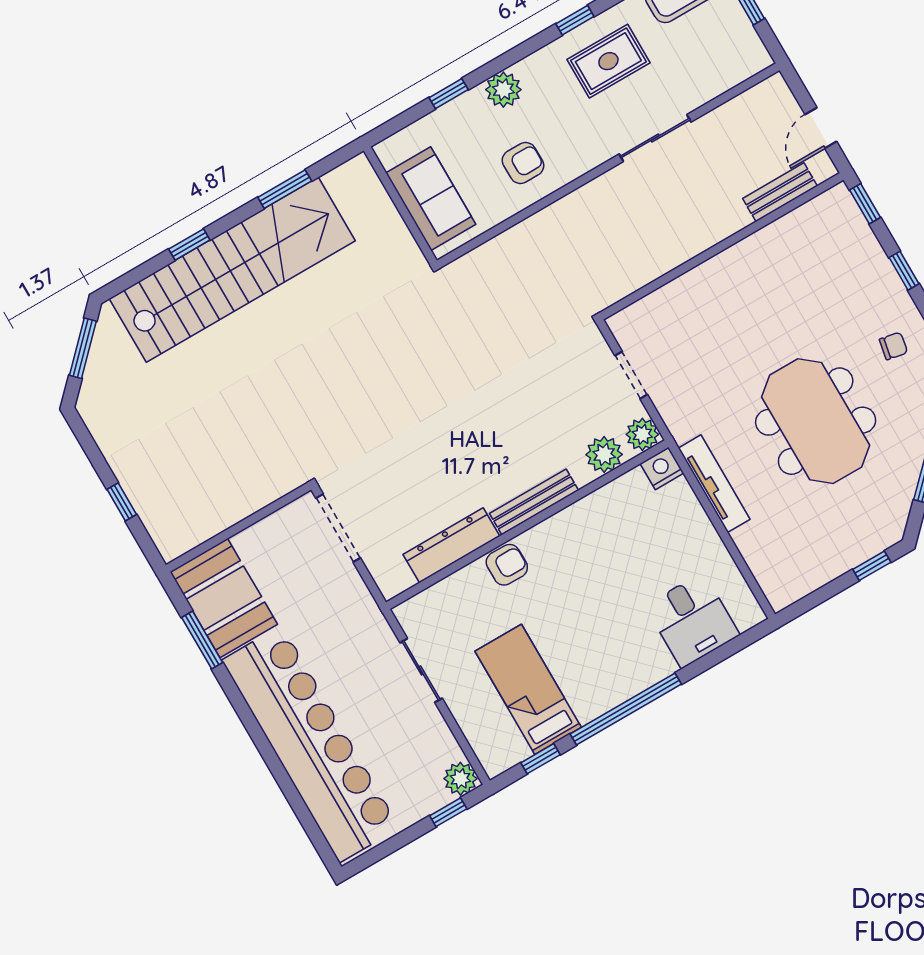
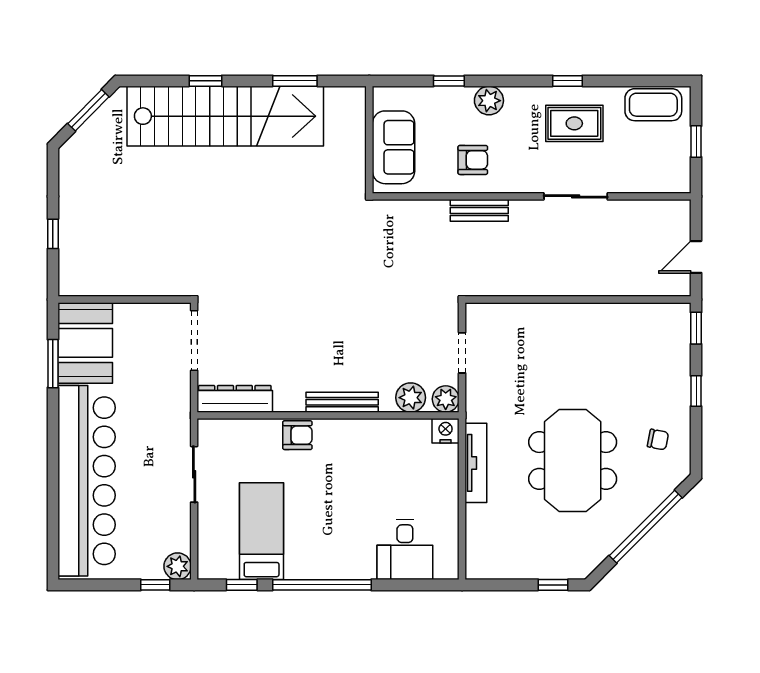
bench: (780, 192) -> (479, 210), moved
dresser: (451, 545) -> (235, 399), moved

